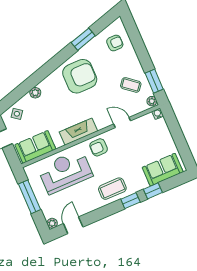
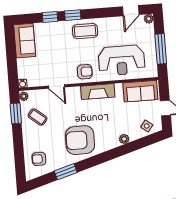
sofa: (163, 170) -> (25, 41), moved, turned -90

